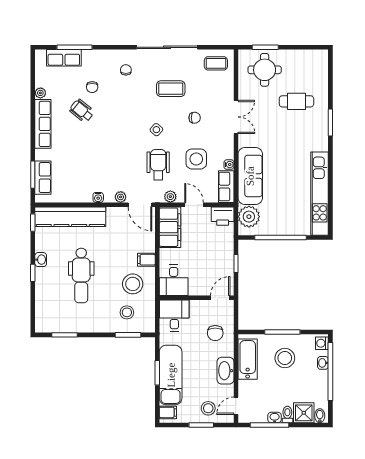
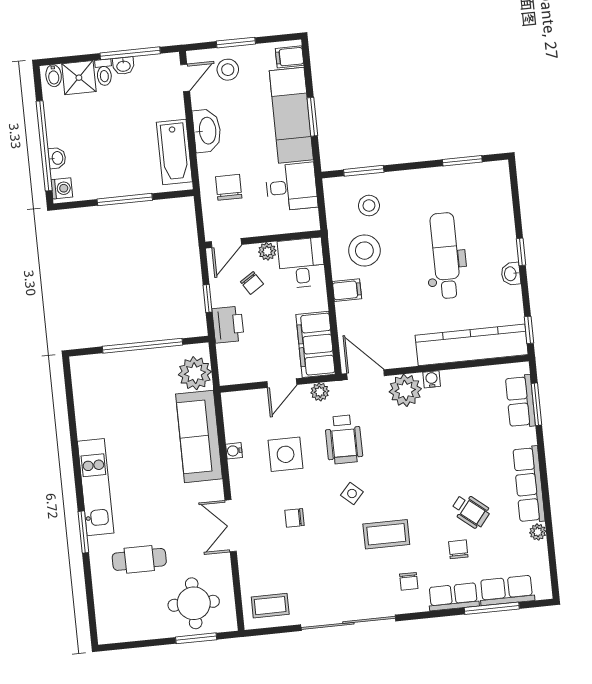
coffee table: (171, 89) -> (386, 534), moved
row of seats: (226, 187) -> (453, 597), moved, turned -90
kitchen unit: (320, 194) -> (96, 487), moved, width x0.73
plant: (121, 197) -> (405, 390), width x1.88, depth x1.88
door: (194, 205) -> (282, 383), hinge flipped
printer: (223, 216) -> (228, 325), moved, turned 90
chair: (207, 271) -> (252, 283), added
plant: (195, 290) -> (267, 251), added
desk: (174, 316) -> (291, 187), moved, turned -90
stool: (285, 358) -> (117, 160), removed

